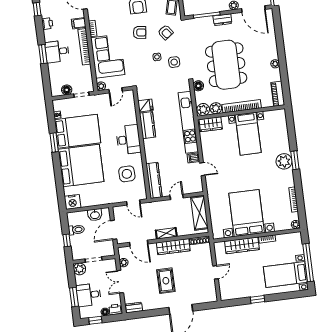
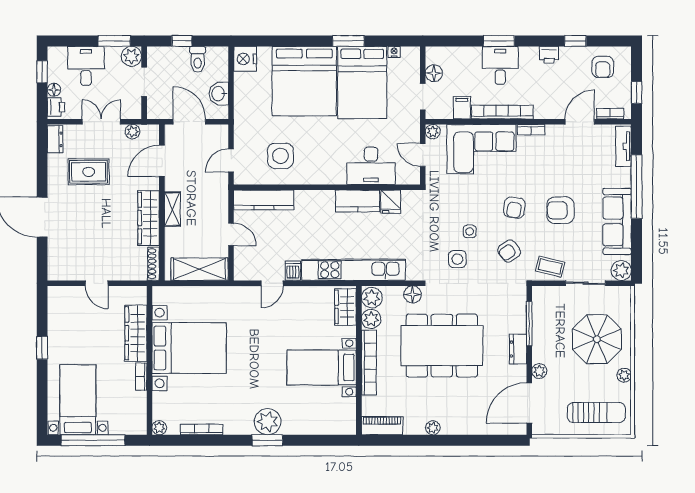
filing cabinet: (79, 23) -> (462, 108), moved
desk: (128, 140) -> (371, 166), moved
rug: (166, 281) -> (89, 172), moved
window: (74, 297) -> (114, 41), moved

